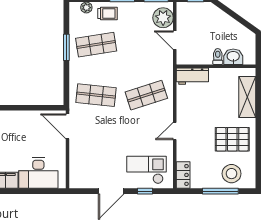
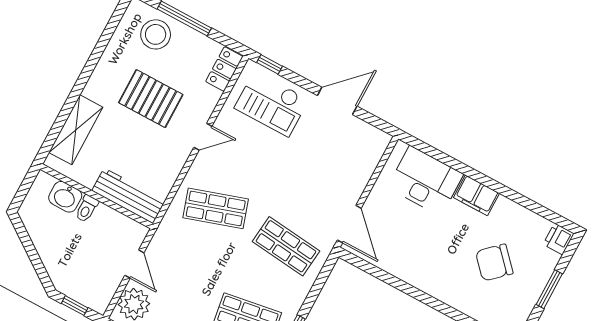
workbench: (192, 76) -> (129, 196), width x1.37
pallet: (232, 139) -> (151, 99), moved
window: (145, 191) -> (269, 64), moved

